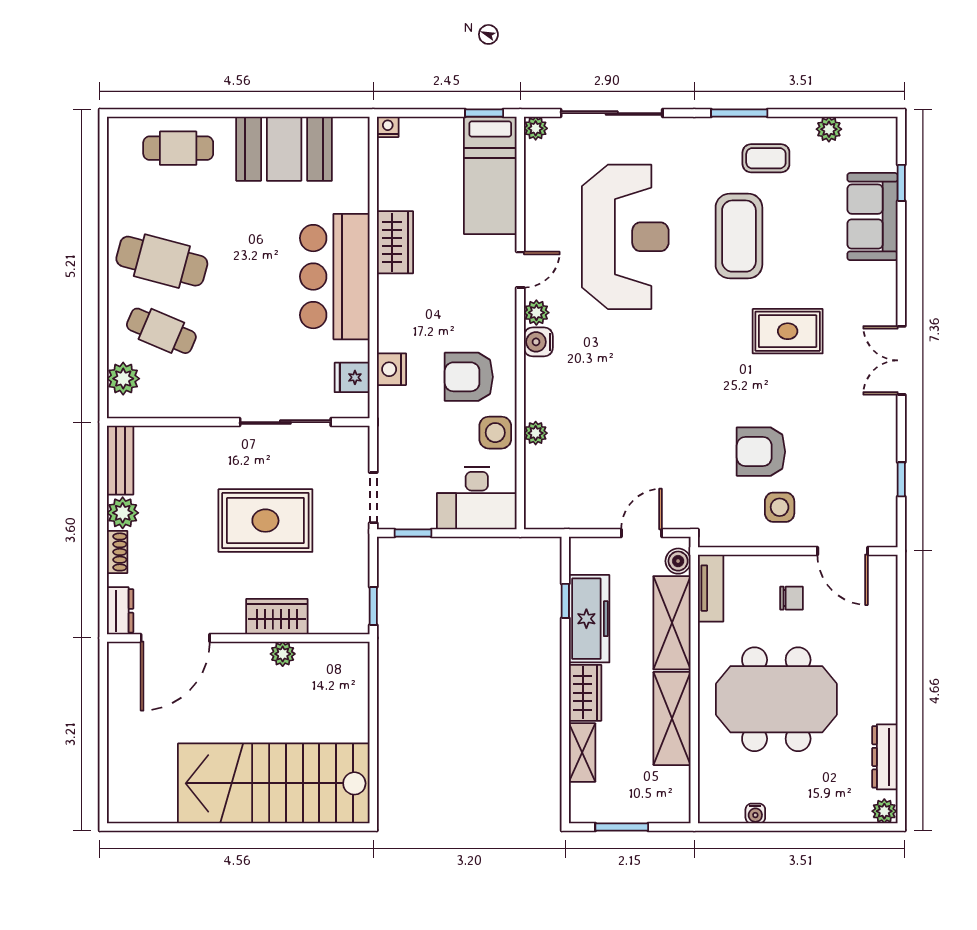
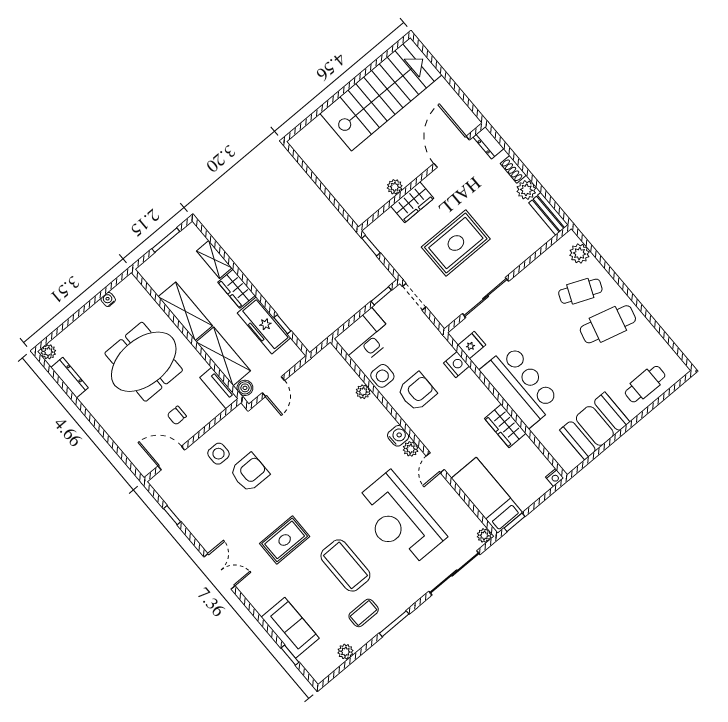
stairs: (274, 783) -> (381, 94), moved

